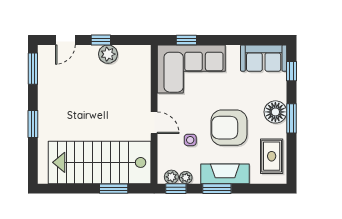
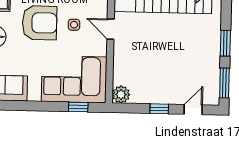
plant: (108, 54) -> (121, 94), moved
window: (33, 124) -> (225, 43), moved
side table: (190, 140) -> (74, 25), moved

